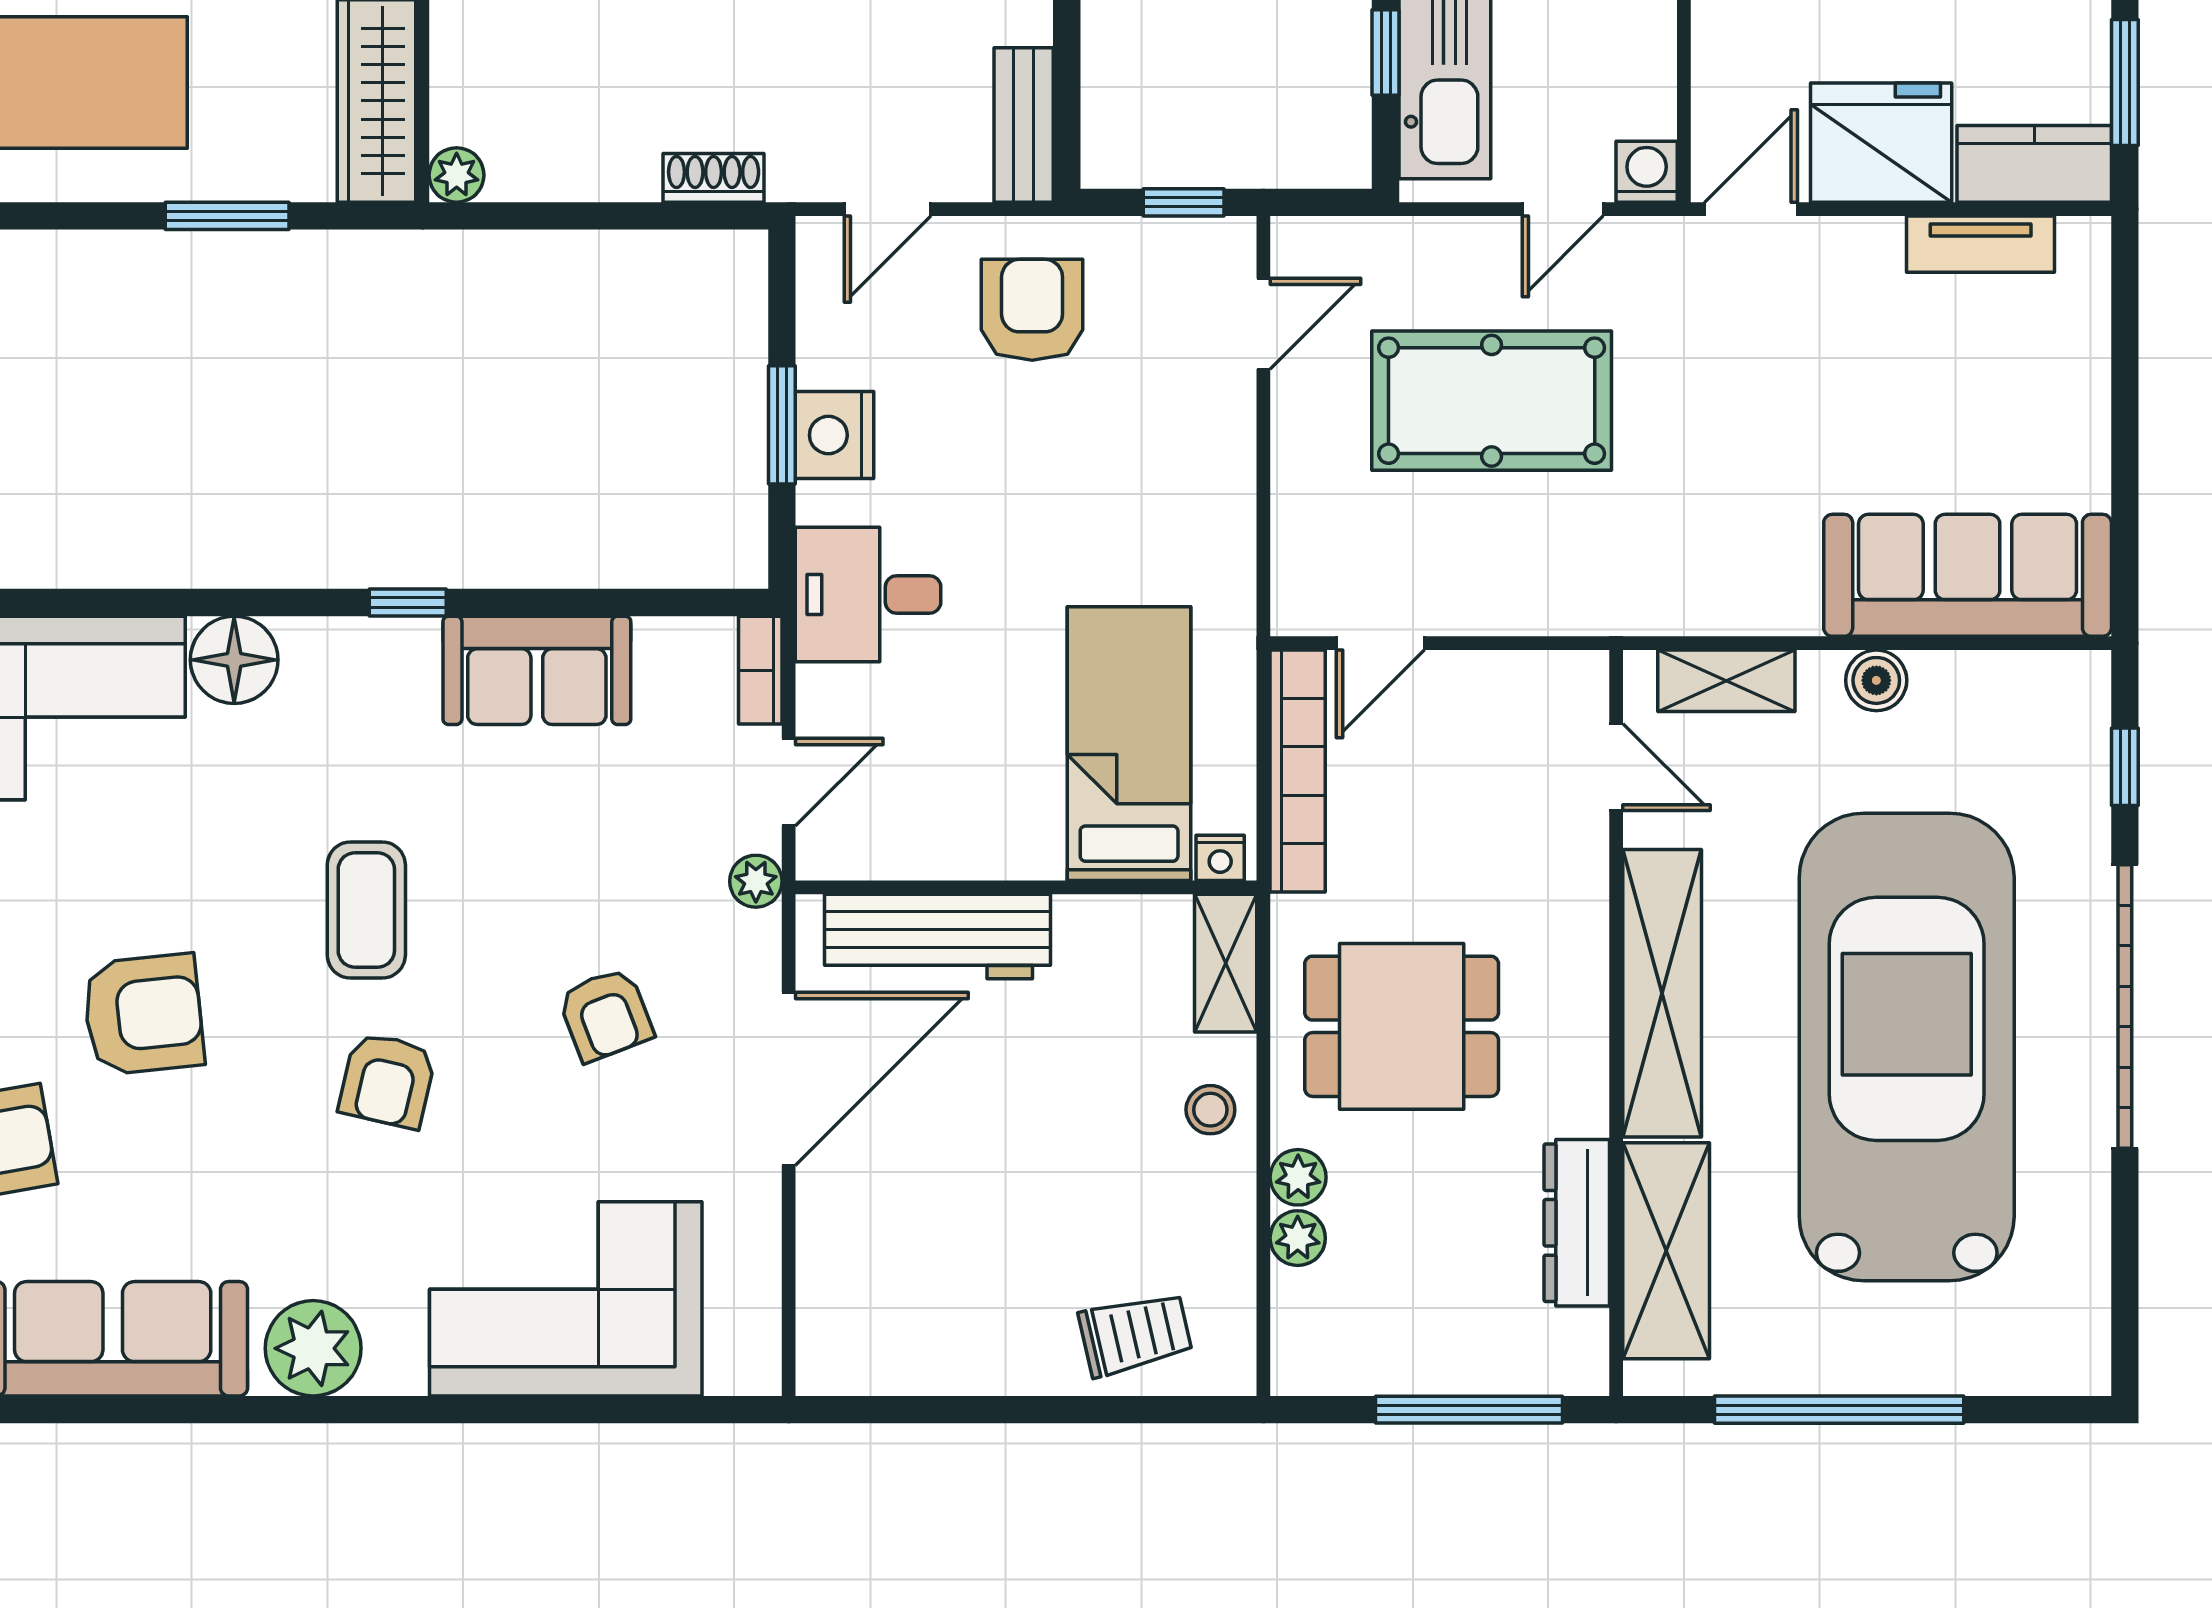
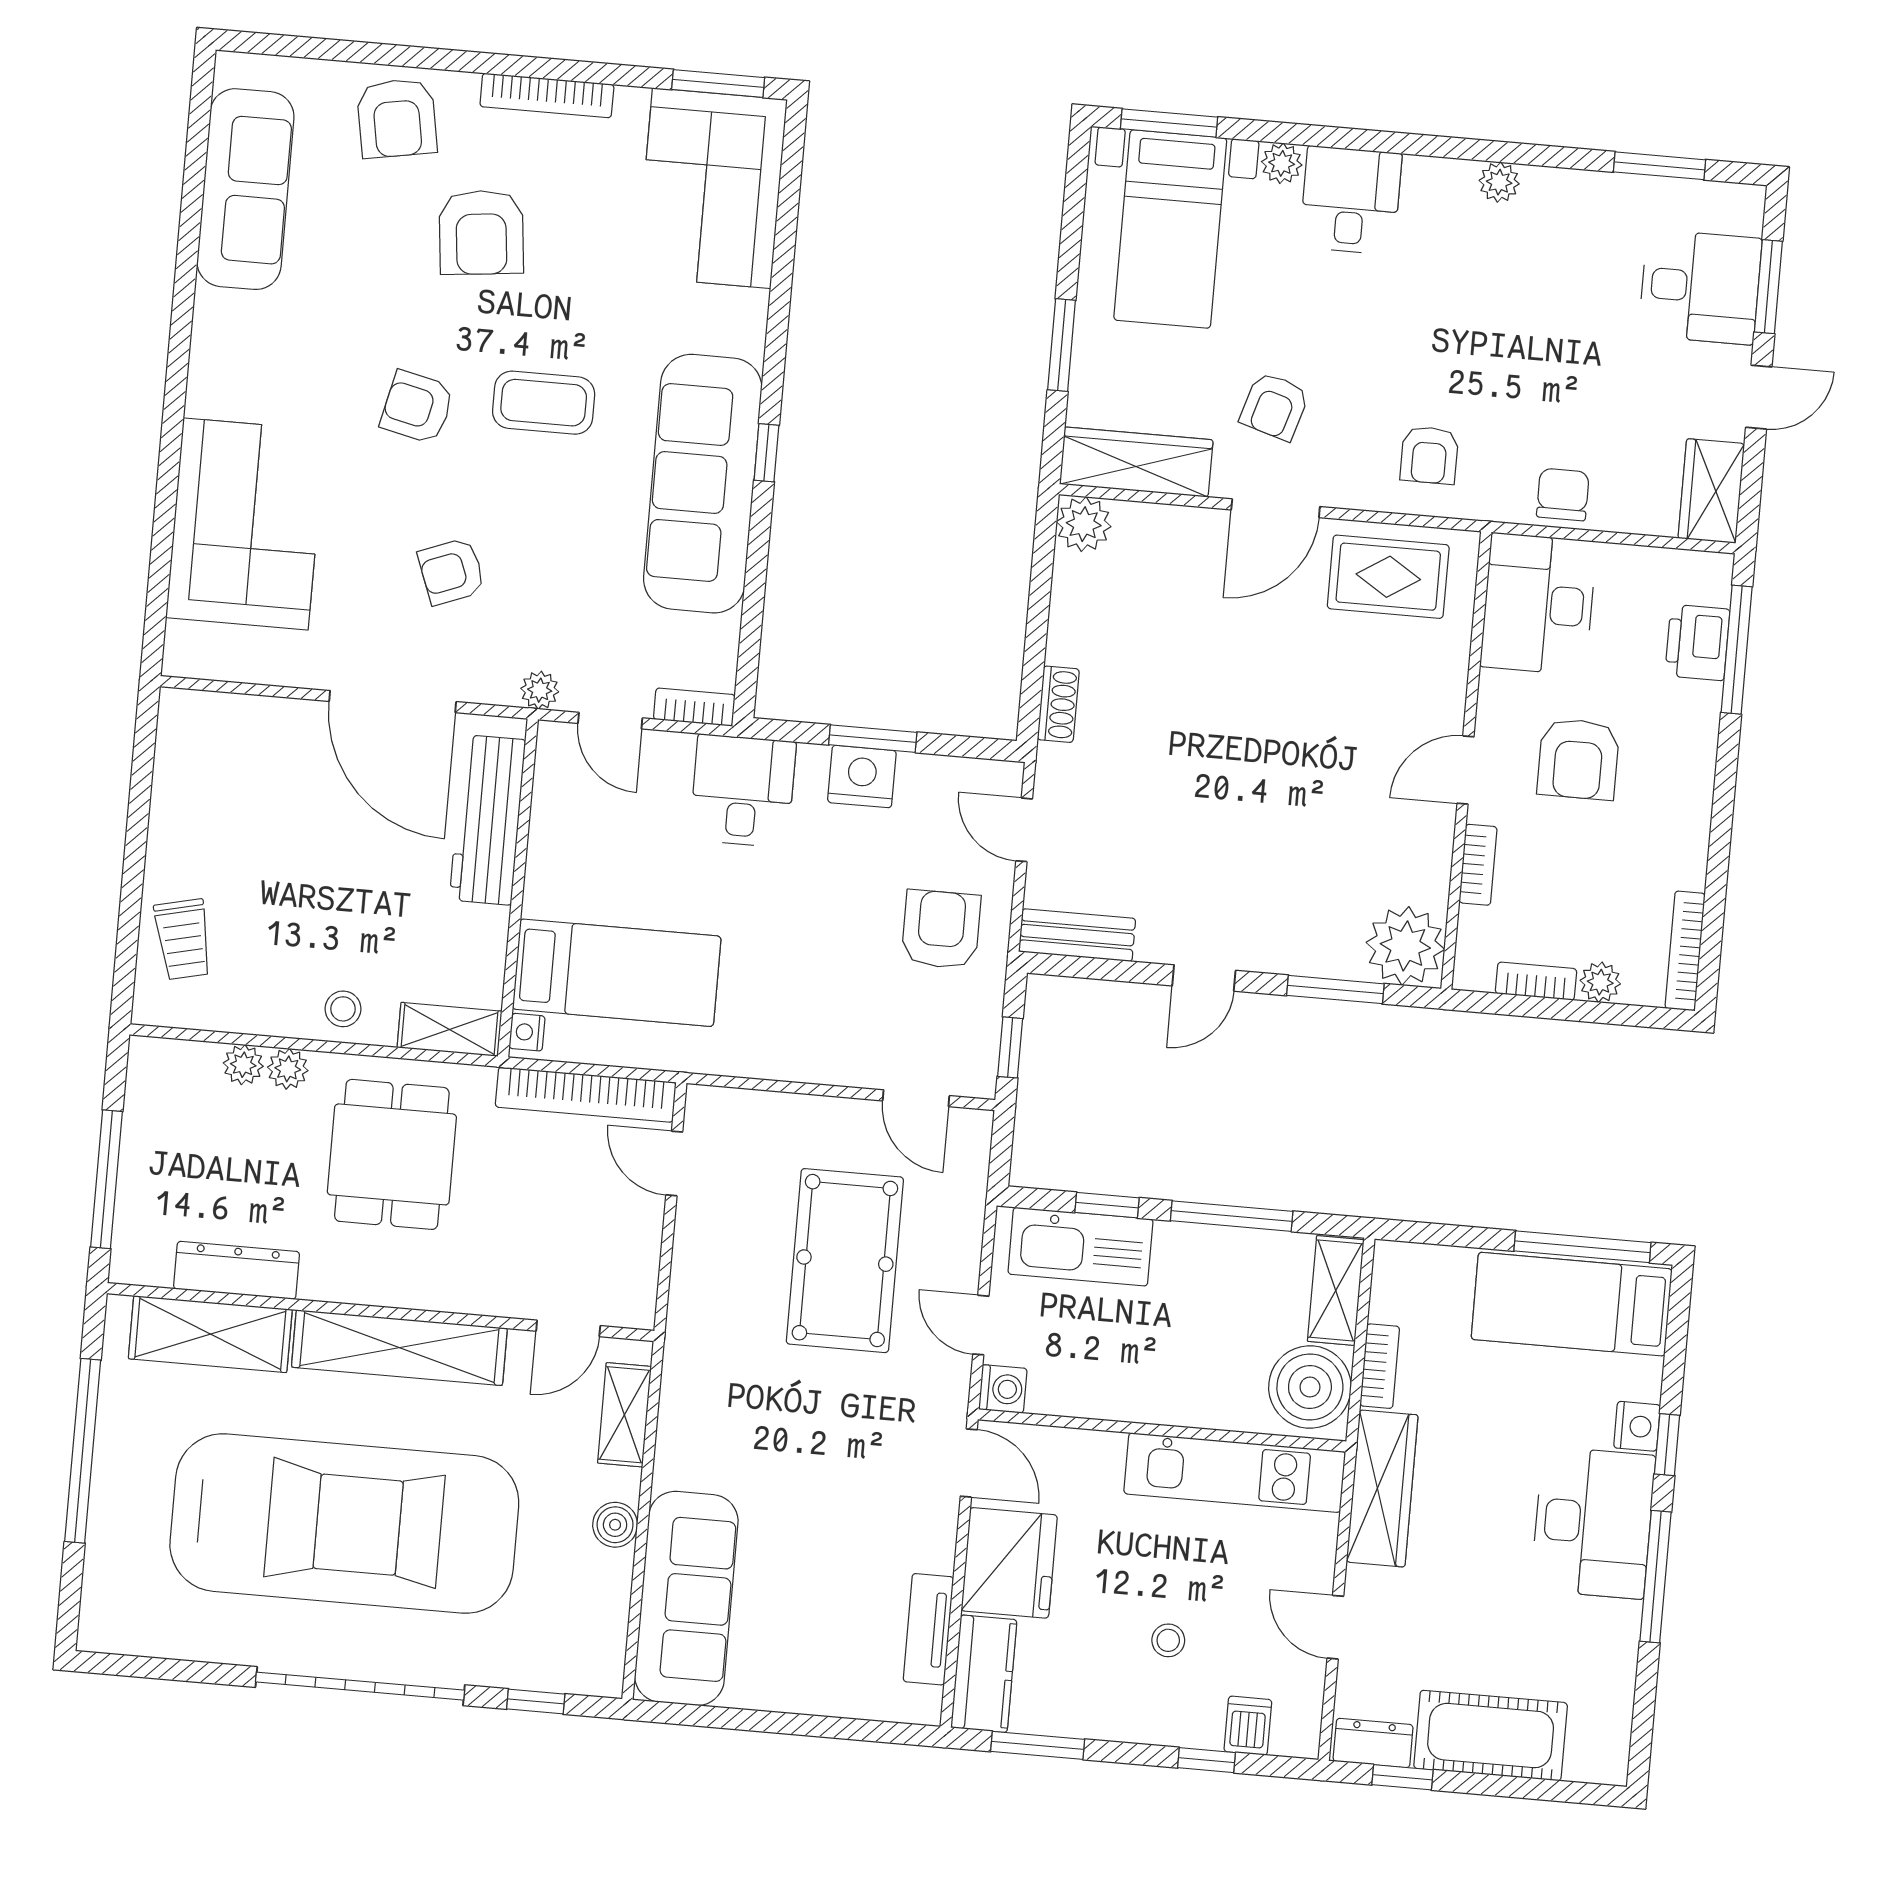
plant: (457, 175) -> (1084, 524), width x1.38, depth x1.38
armchair: (1032, 310) -> (941, 929), turned -90
floor lamp: (234, 660) -> (736, 322), removed
sofa: (537, 670) -> (703, 484), width x1.85, depth x1.27
plant: (313, 1348) -> (226, 336), removed

